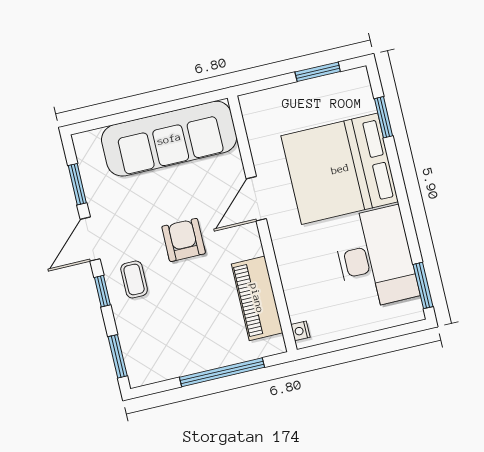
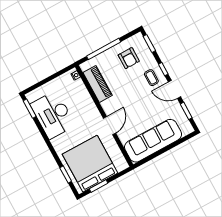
bed: (340, 169) -> (90, 164), moved, turned -90
door: (90, 239) -> (174, 89), swing flipped
armchair: (184, 240) -> (129, 58), moved

